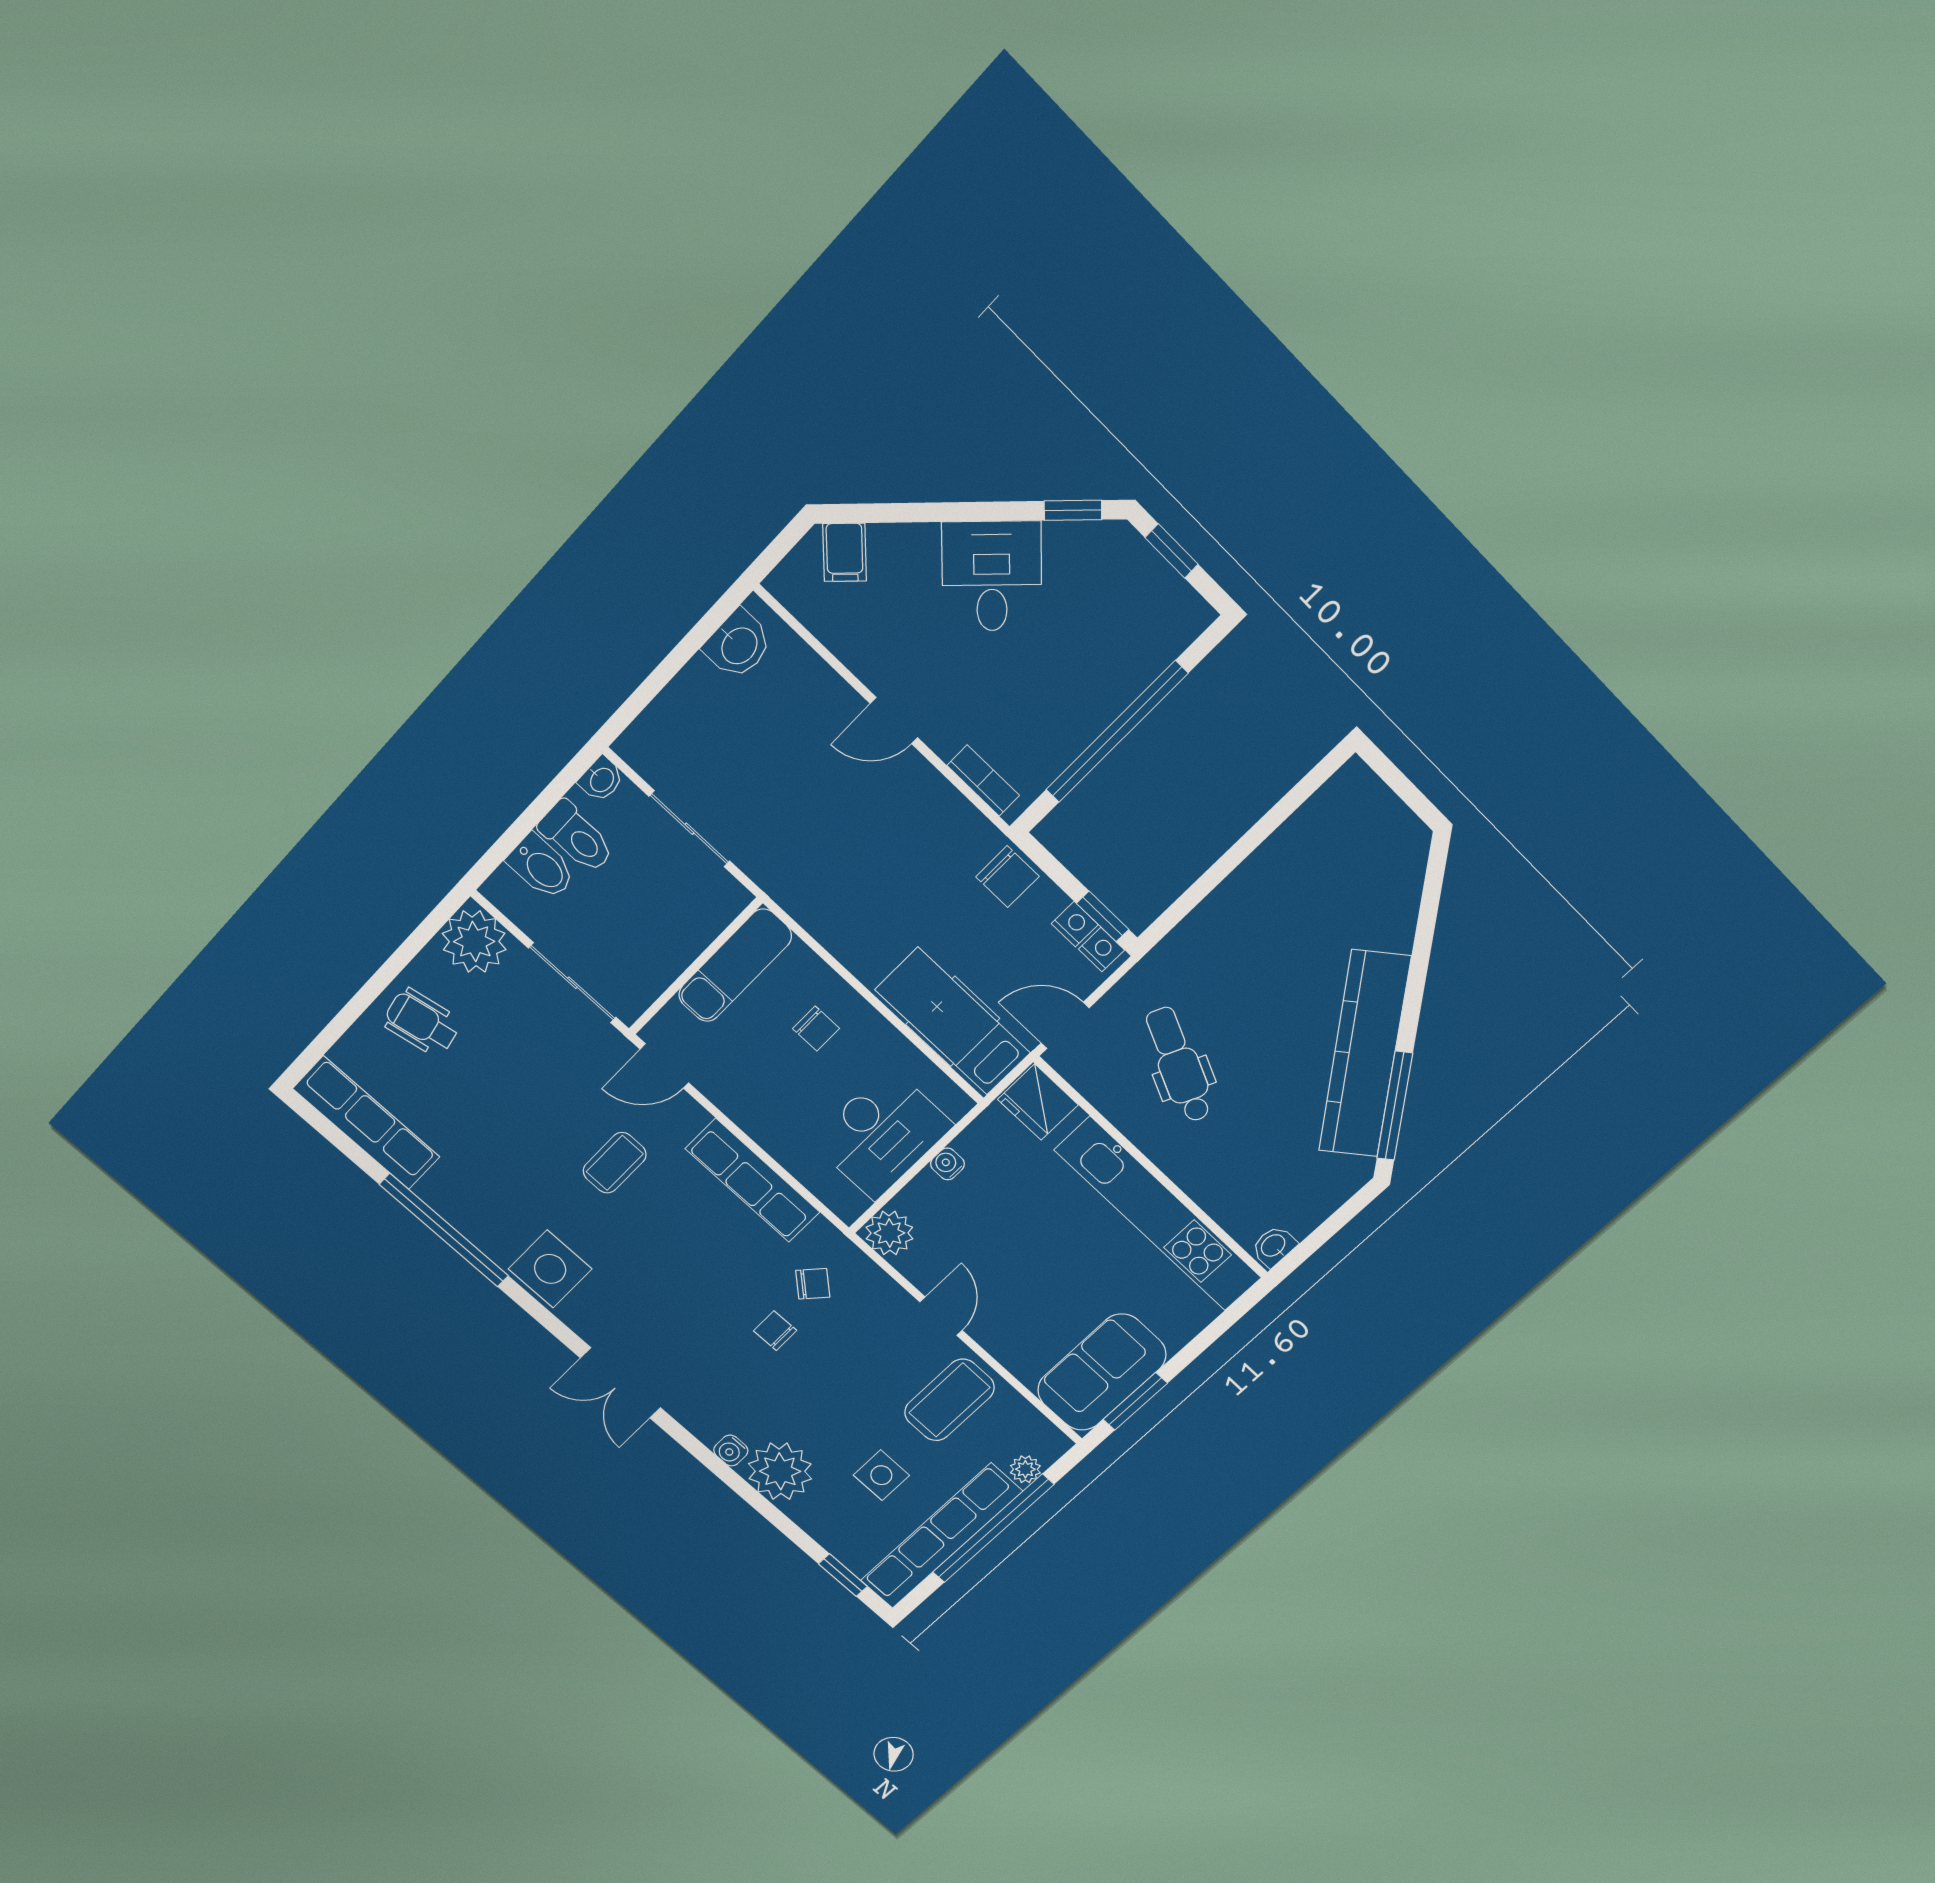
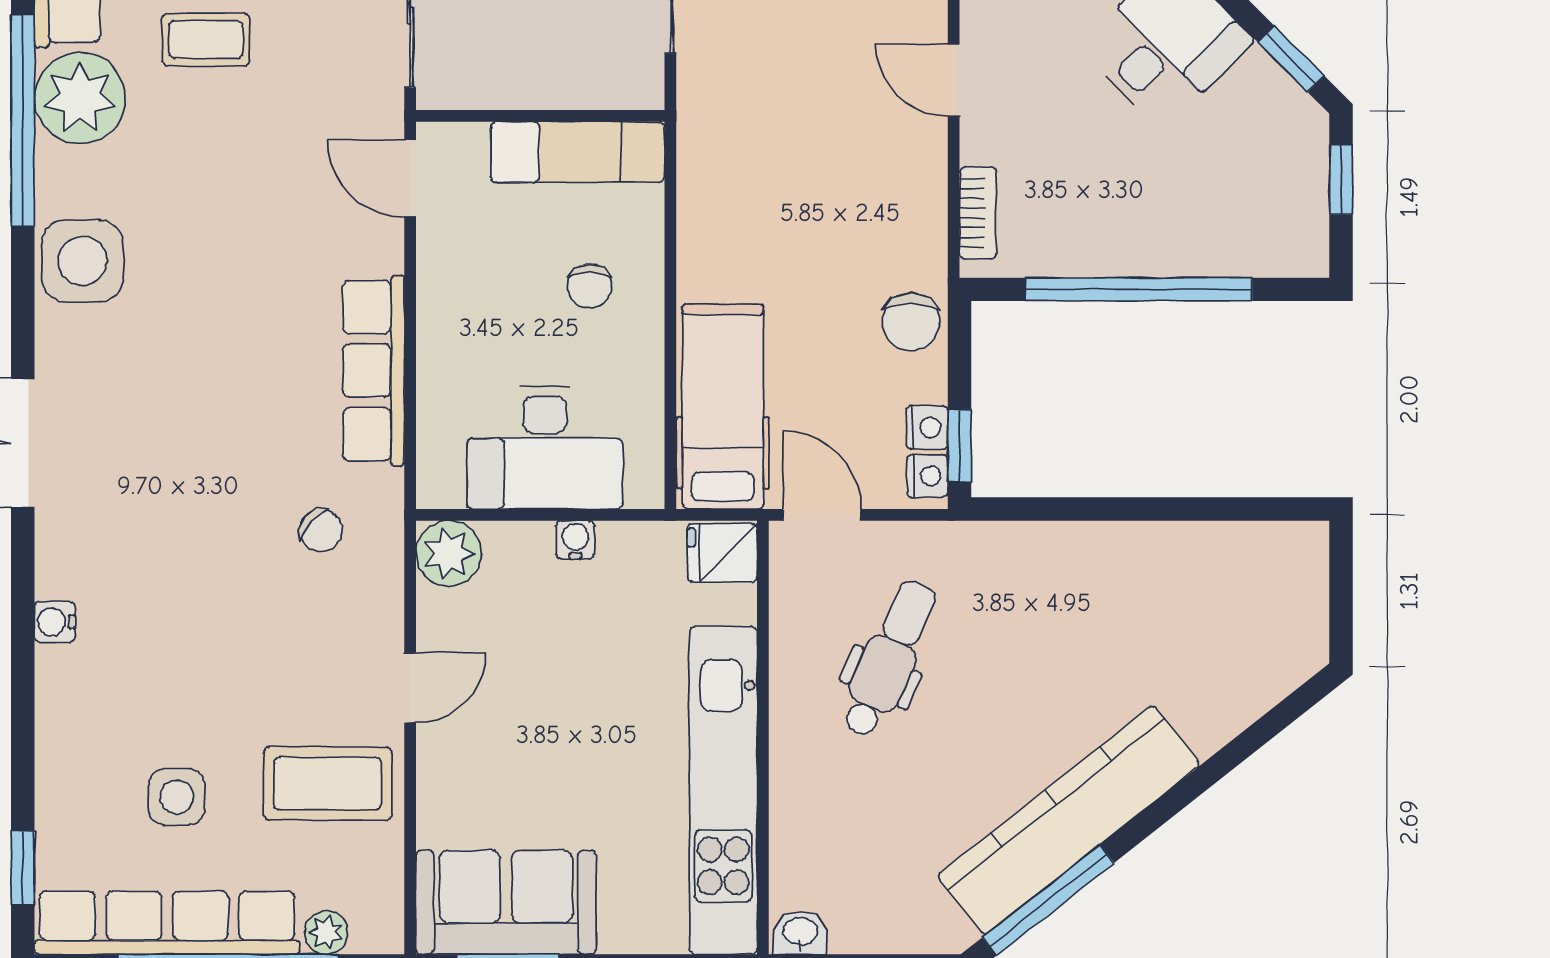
fridge: (1038, 1102) -> (722, 553), width x0.72
coffee table: (615, 1163) -> (206, 40), moved
chair: (775, 1331) -> (233, 542), removed
plant: (780, 1471) -> (80, 98), moved

